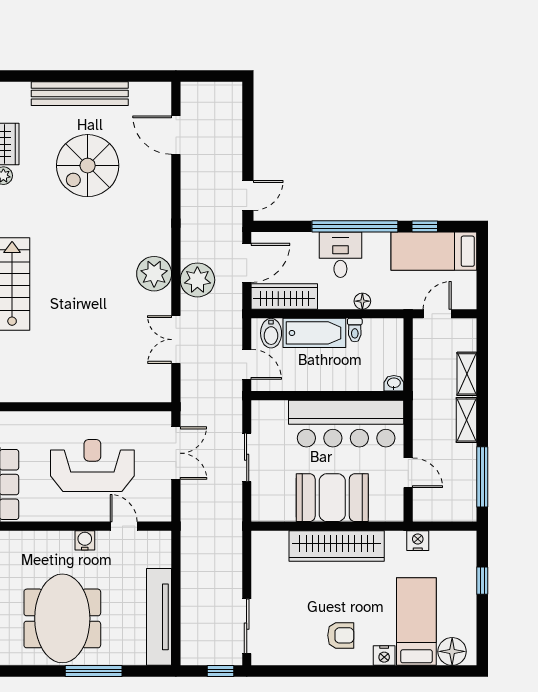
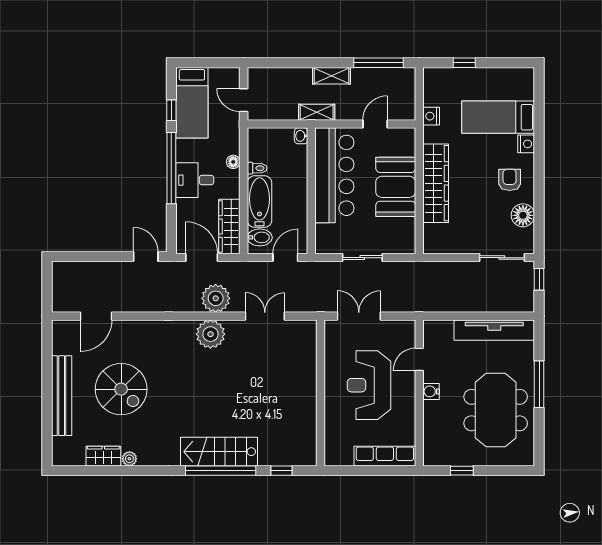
double door: (176, 340) -> (265, 316), swing flipped
shelving: (467, 374) -> (317, 112), moved
meeting table: (62, 618) -> (496, 410), turned 90
floor lamp: (452, 651) -> (523, 215), moved

